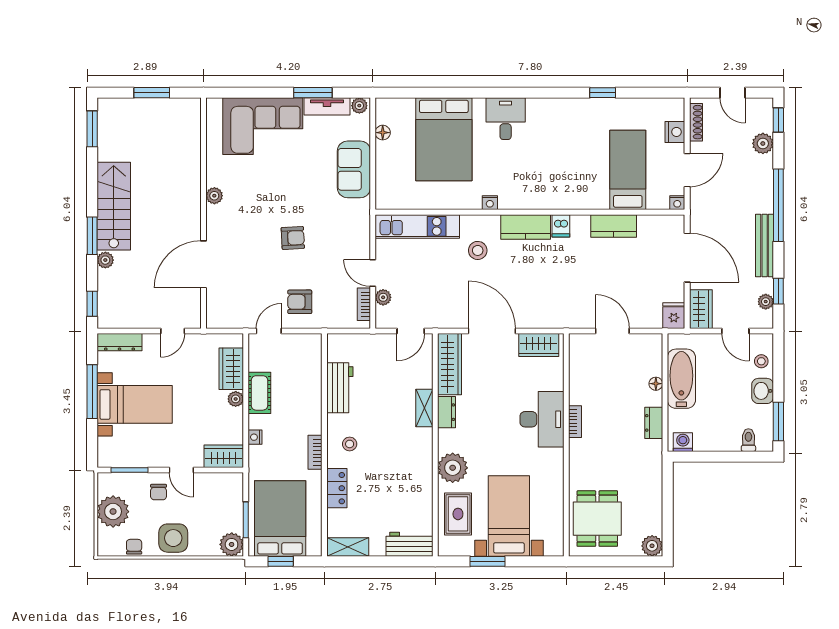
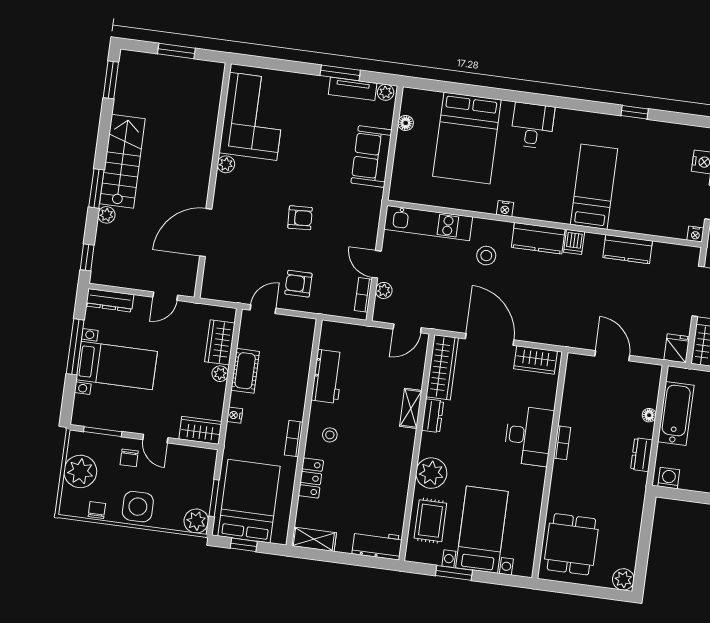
corner sofa: (263, 126) -> (253, 116), moved, turned -90
bed: (628, 170) -> (594, 187), moved

